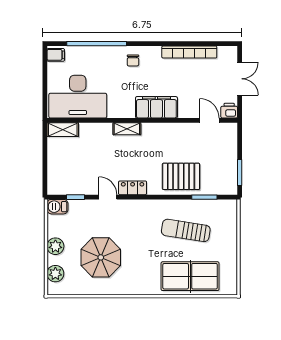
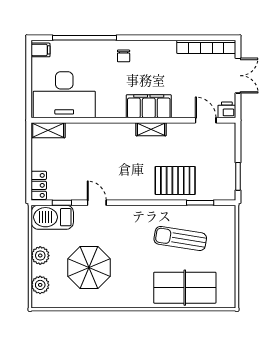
bookcase: (189, 52) -> (206, 47), moved
shelving: (127, 129) -> (151, 129), moved
locker: (133, 188) -> (39, 185), moved, turned 90
barbecue: (57, 207) -> (52, 217), width x1.88, depth x1.53

